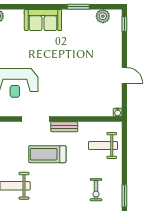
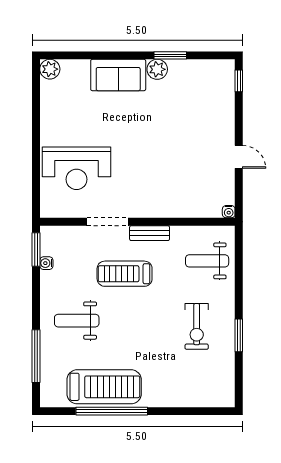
plant: (103, 16) -> (157, 69), moved
exercise bike: (96, 190) -> (197, 326), width x1.38, depth x1.39

